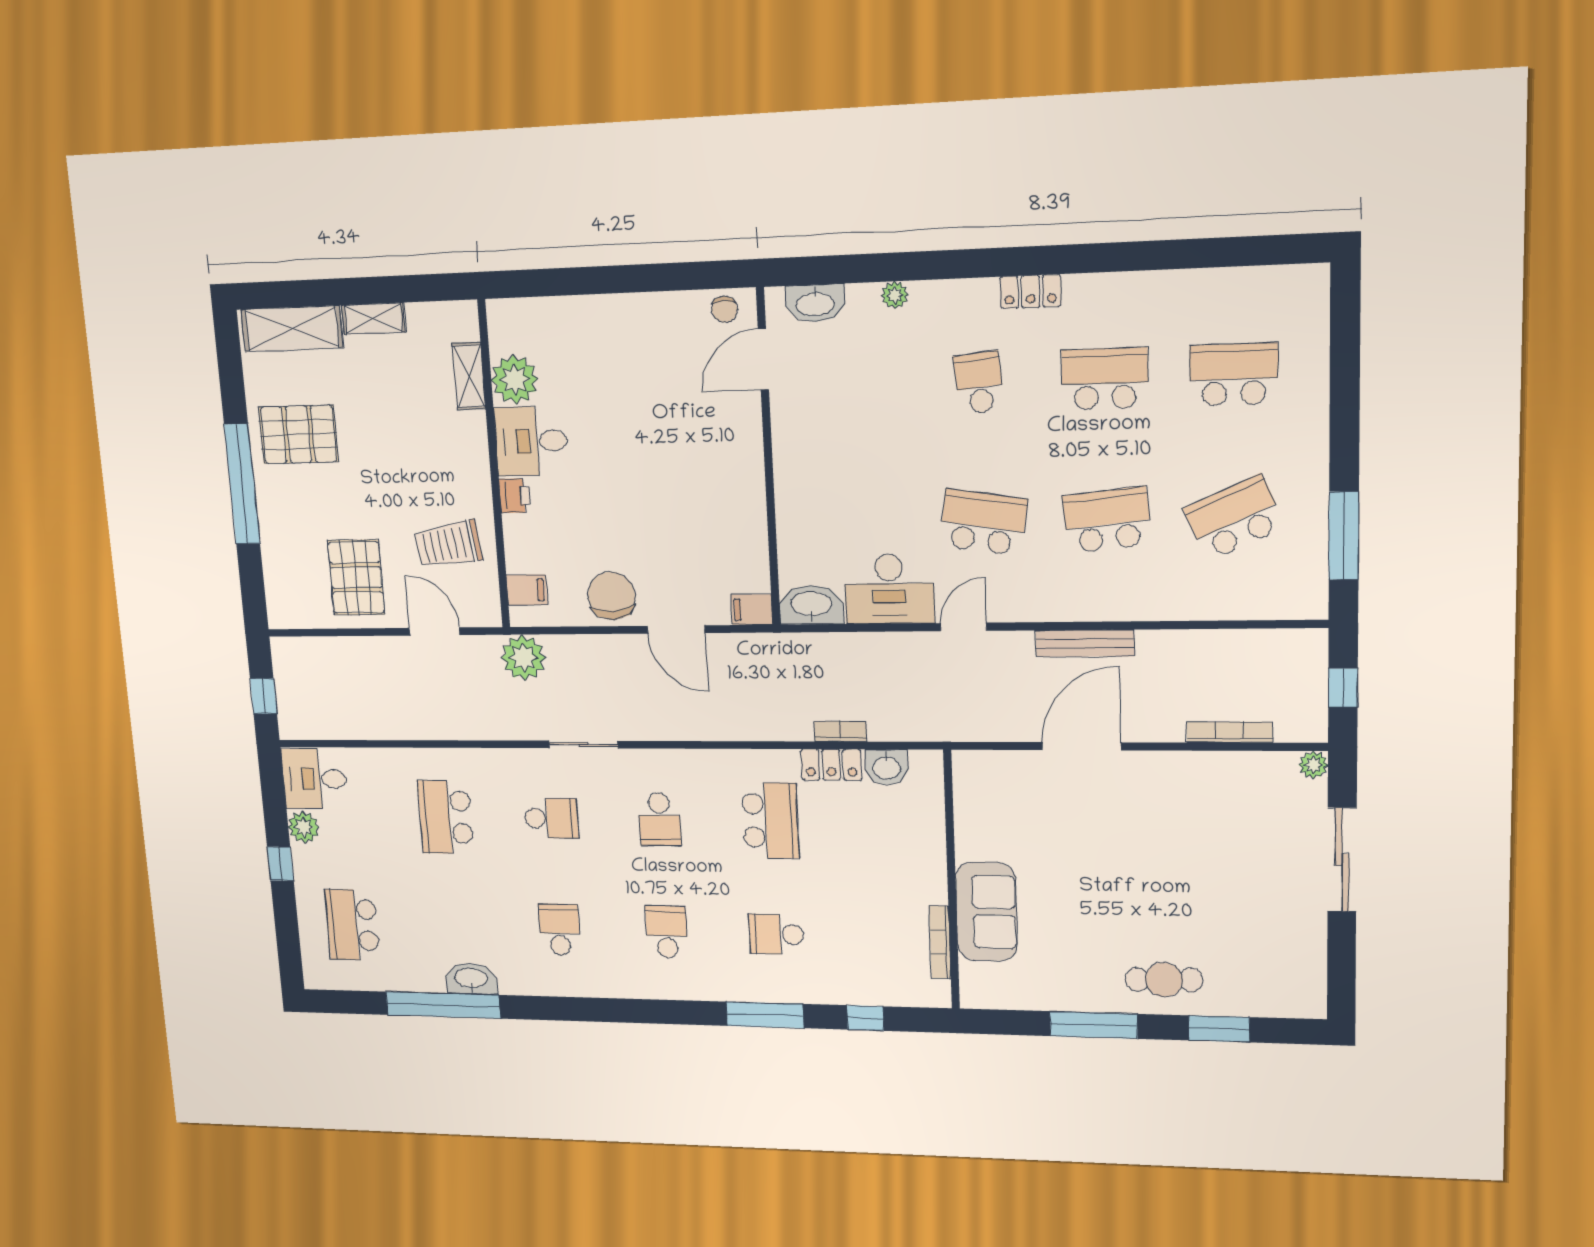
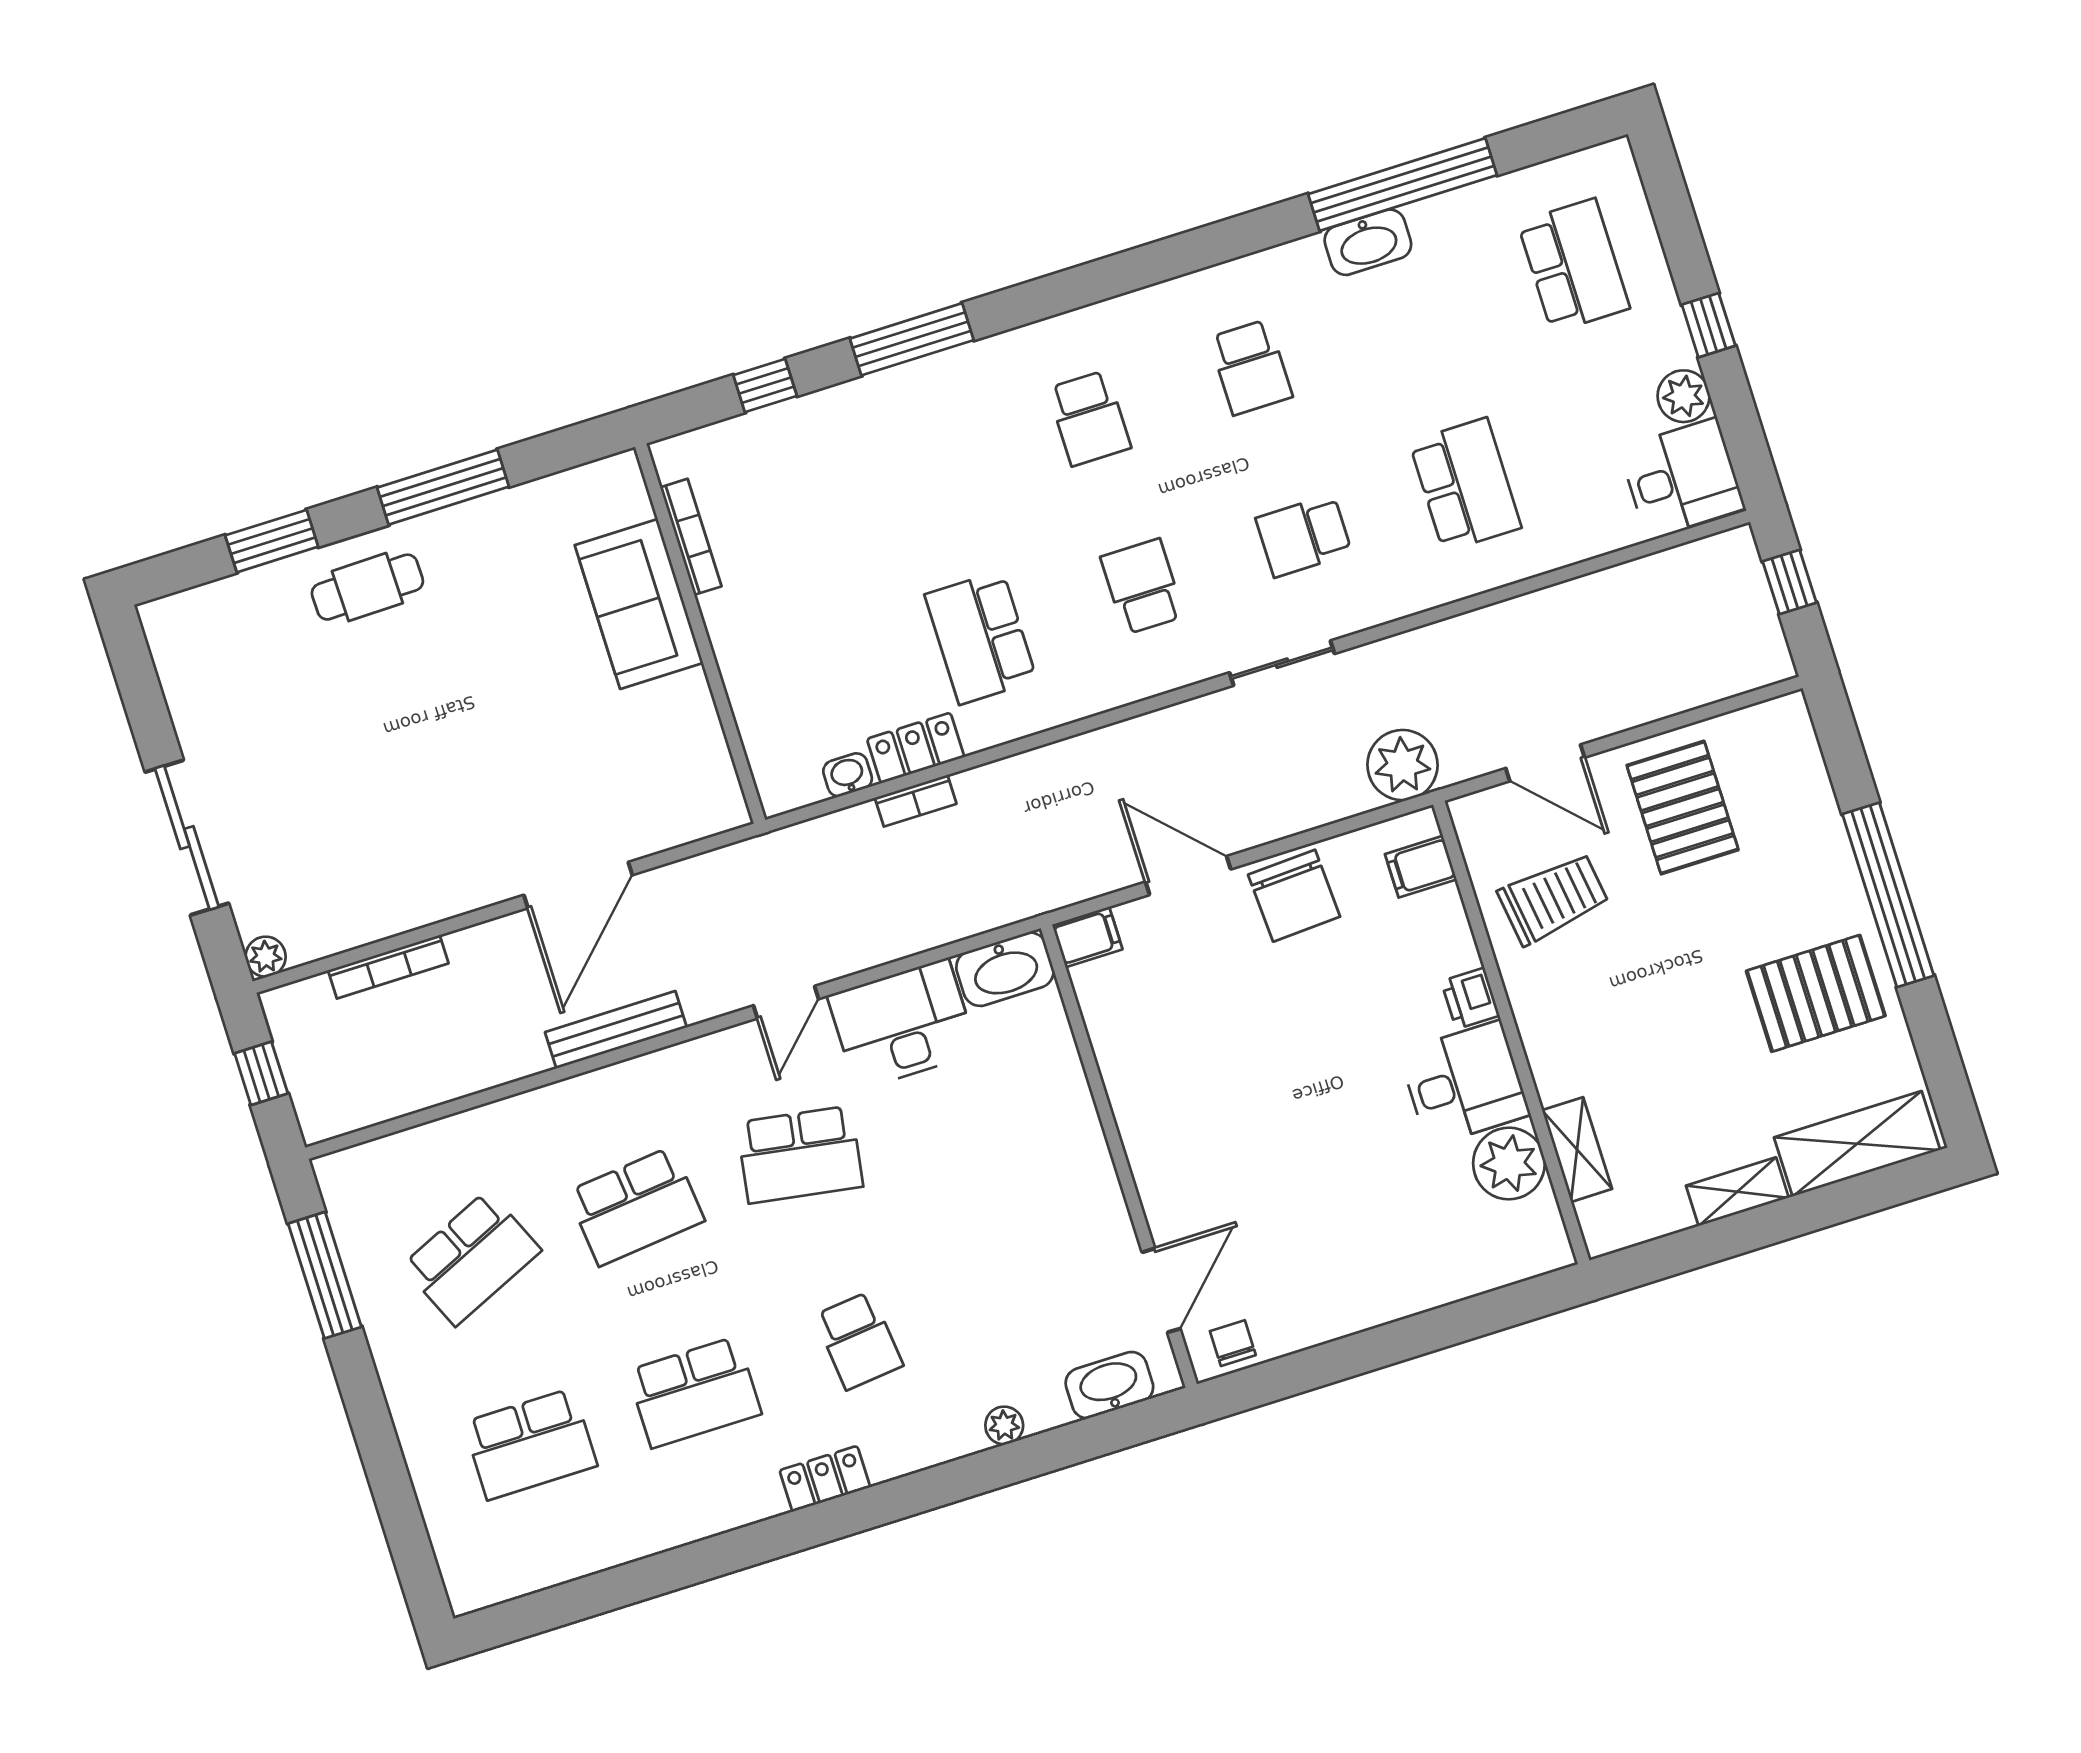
washbasin: (887, 767) -> (848, 775), width x0.72, depth x0.69
school desk: (776, 934) -> (928, 469), removed

